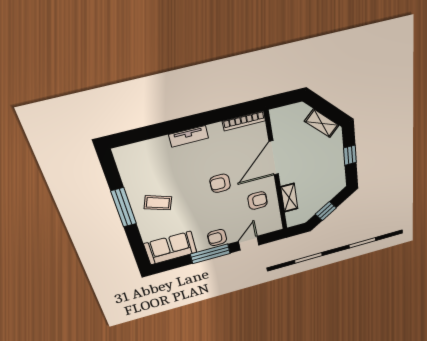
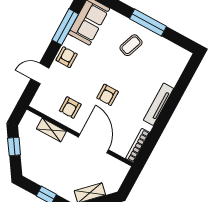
tv unit: (189, 136) -> (158, 104), width x1.41
armchair: (220, 183) -> (108, 95), turned 180
door: (249, 243) -> (40, 73), swing flipped
window: (210, 254) -> (65, 27), moved

